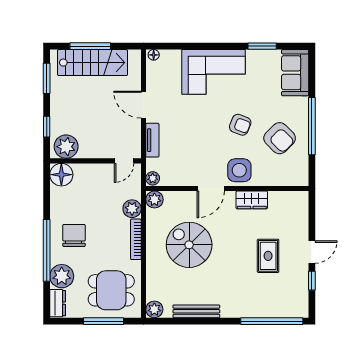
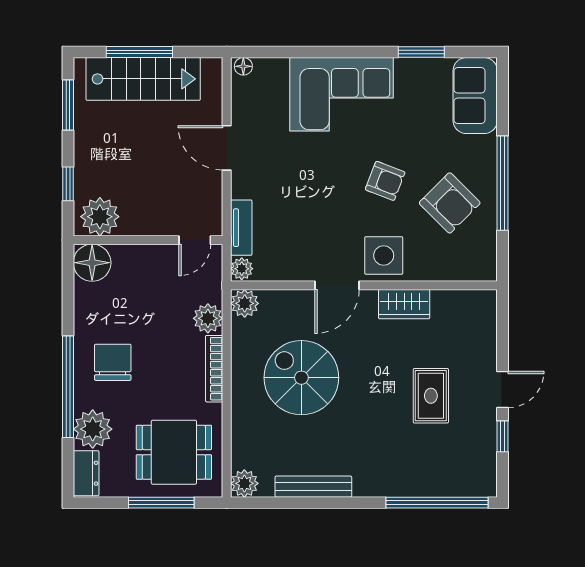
tv unit: (152, 140) -> (241, 228), moved

